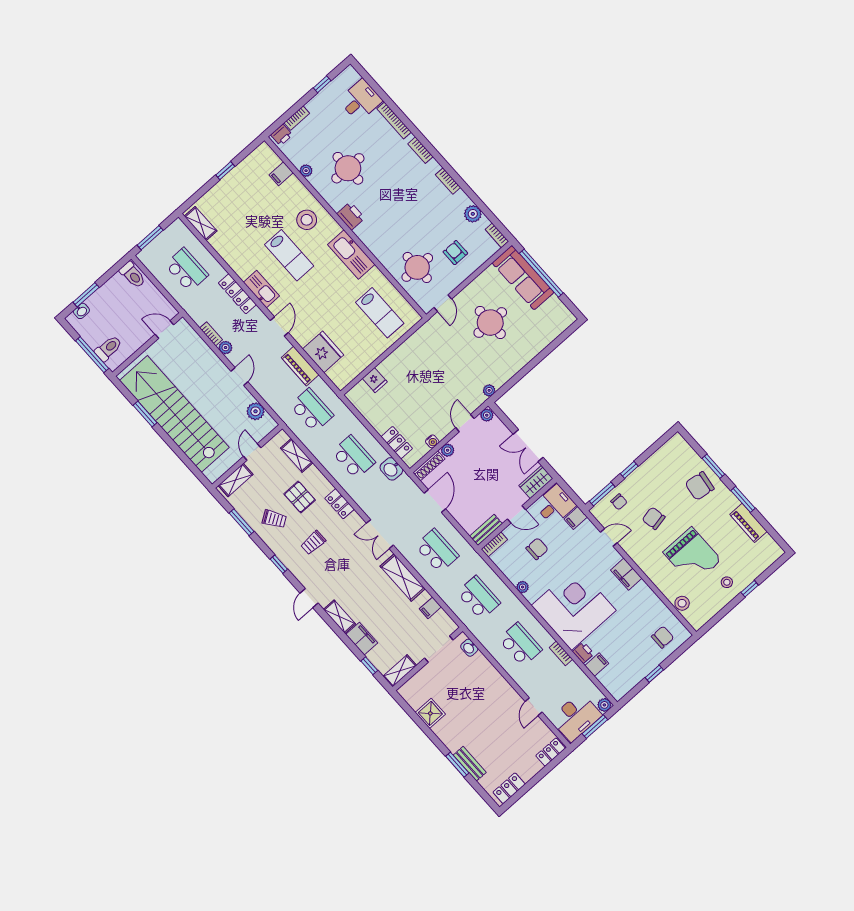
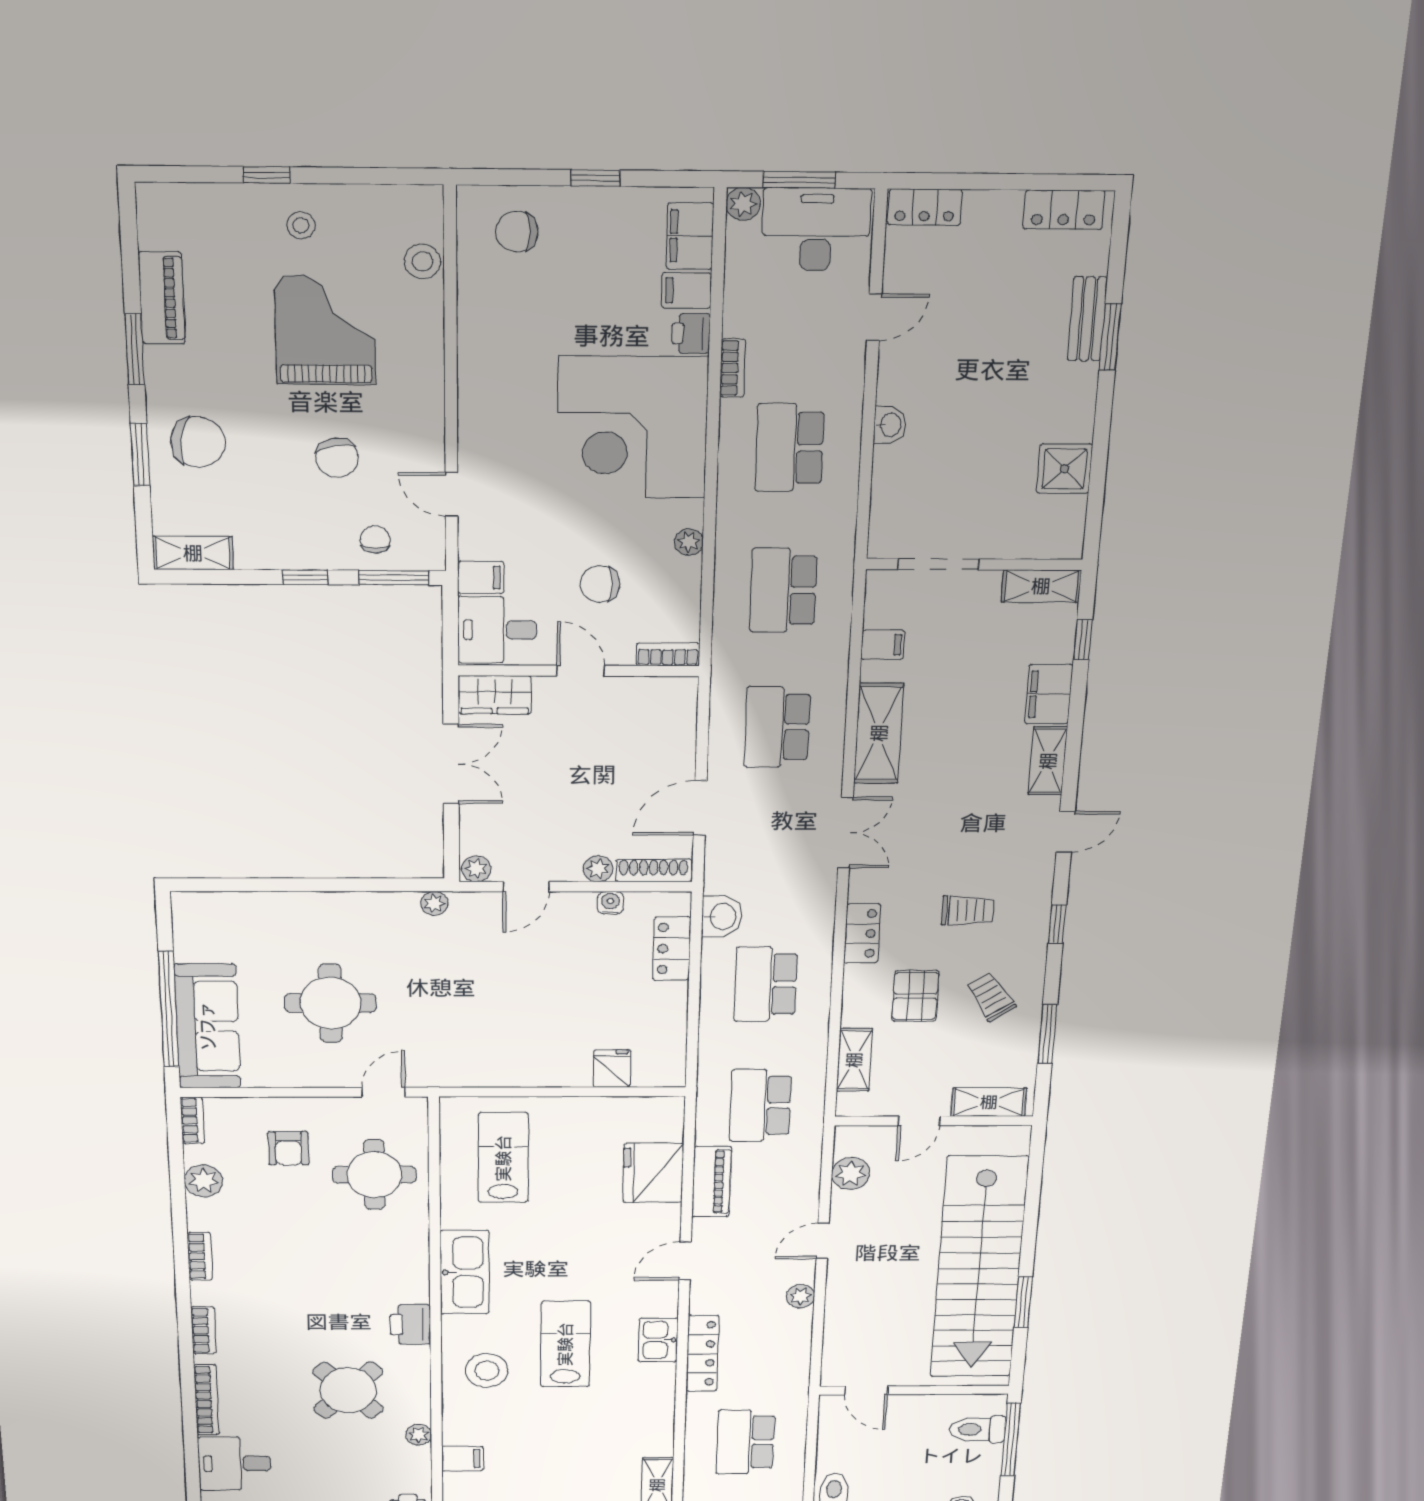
round table: (348, 168) -> (348, 1390), turned 45
kitchen sink: (261, 289) -> (658, 1340), width x0.73
bookcase: (211, 334) -> (802, 1331), removed
shelving: (670, 447) -> (193, 553), added
bench: (486, 530) -> (659, 690), removed
filing cabinet: (626, 574) -> (690, 236), moved, turned 180
washbasin: (469, 648) -> (890, 425), moved

